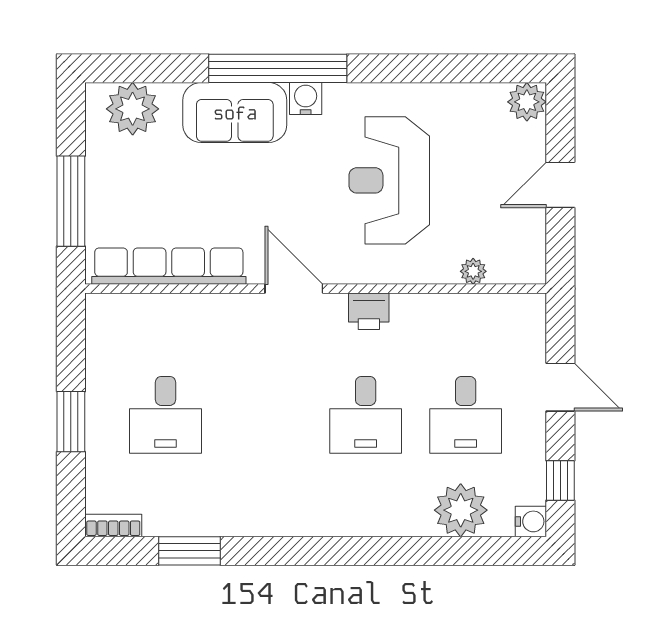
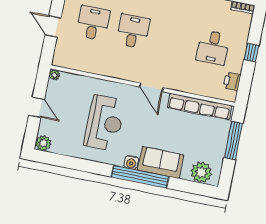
door: (560, 185) -> (37, 107), hinge flipped
plant: (473, 271) -> (54, 75), moved
printer: (369, 311) -> (232, 81), moved, turned -90
desk: (166, 415) -> (213, 47), turned 180
window: (71, 422) -> (251, 52), width x0.67

